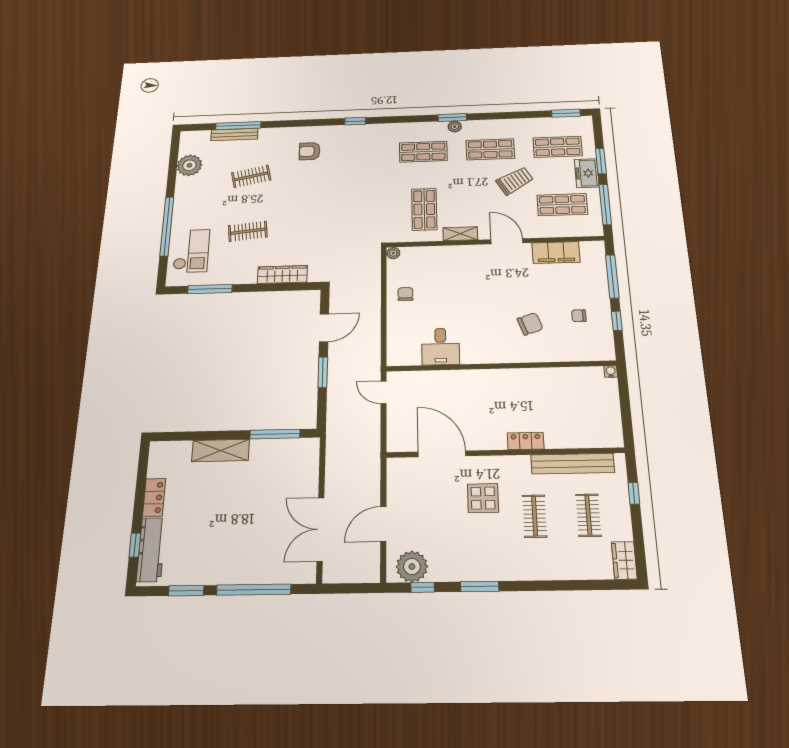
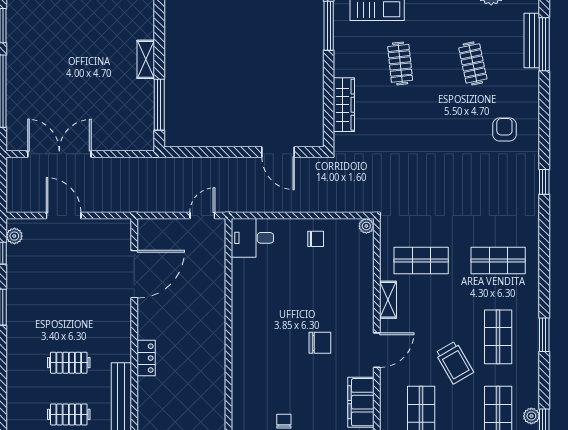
window: (452, 117) -> (544, 335), moved
plant: (455, 127) -> (531, 416), moved
shop shelf: (423, 152) -> (498, 261), turned 90
chair: (530, 324) -> (320, 343), moved, turned -71
desk: (441, 347) -> (252, 238), moved
window: (323, 372) -> (226, 152), removed
shelving: (221, 450) -> (146, 59), width x0.67, depth x0.75
display table: (483, 498) -> (88, 313), removed
plant: (412, 567) -> (14, 236), width x0.53, depth x0.53

